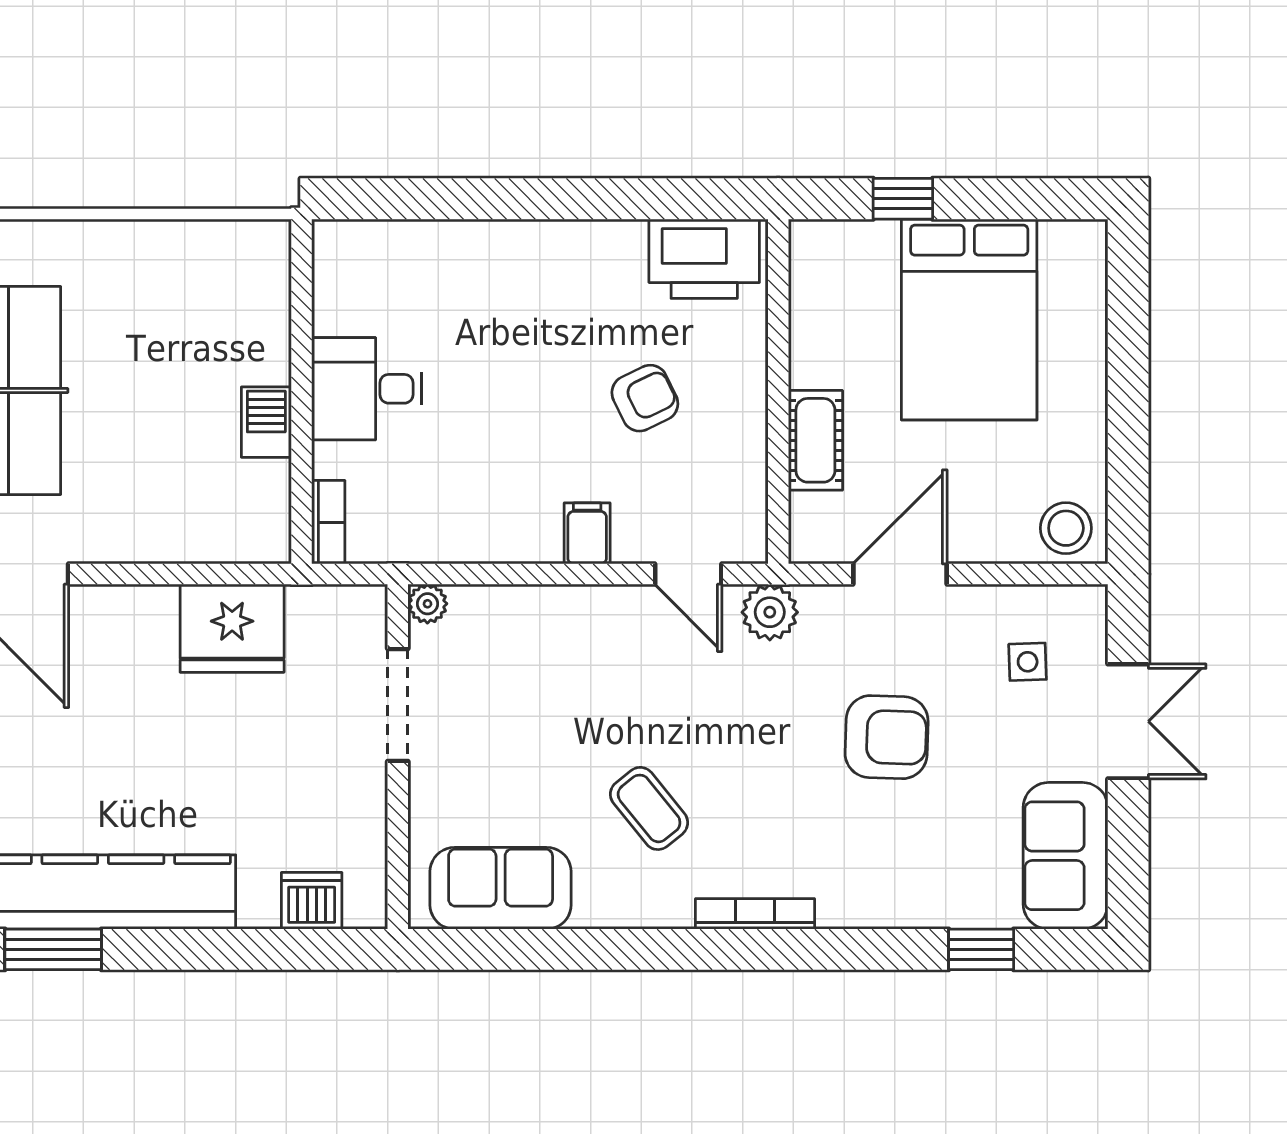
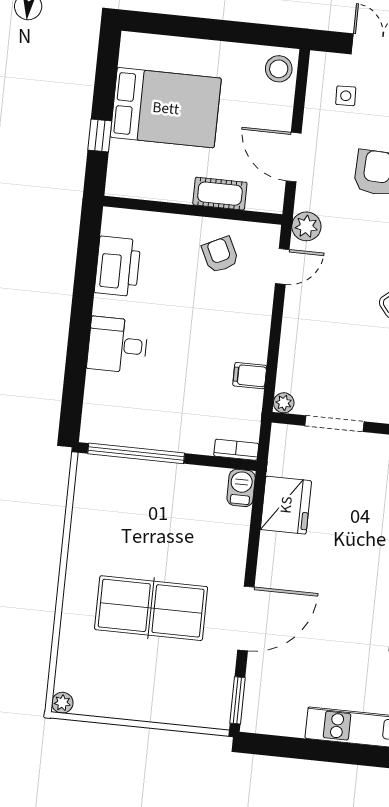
printer: (704, 259) -> (118, 266), moved
window: (301, 331) -> (136, 453), added
desk: (367, 389) -> (118, 345), moved, turned 90
armchair: (645, 398) -> (220, 255), moved
barbecue: (266, 422) -> (241, 488), moved, turned 90
filing cabinet: (587, 533) -> (250, 376), moved

